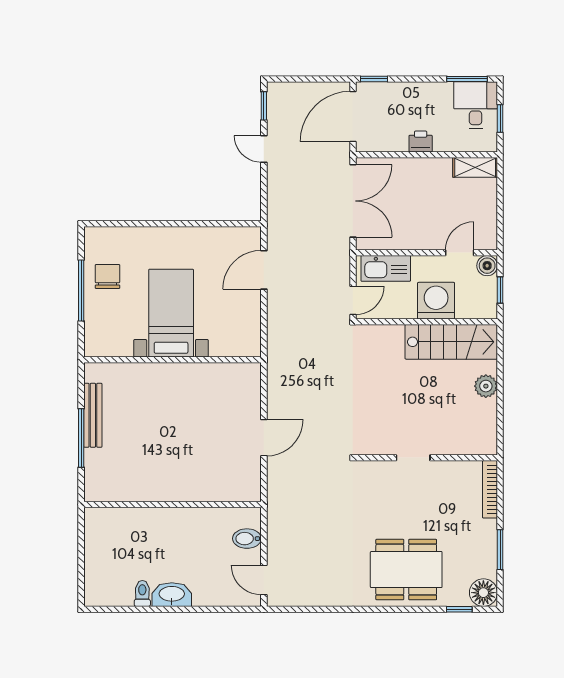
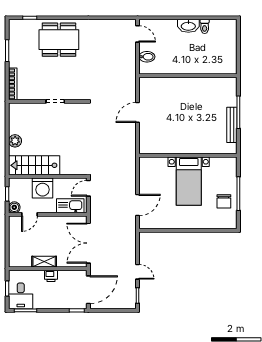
shelving: (475, 167) -> (44, 262), moved
floor lamp: (483, 593) -> (16, 27), removed

